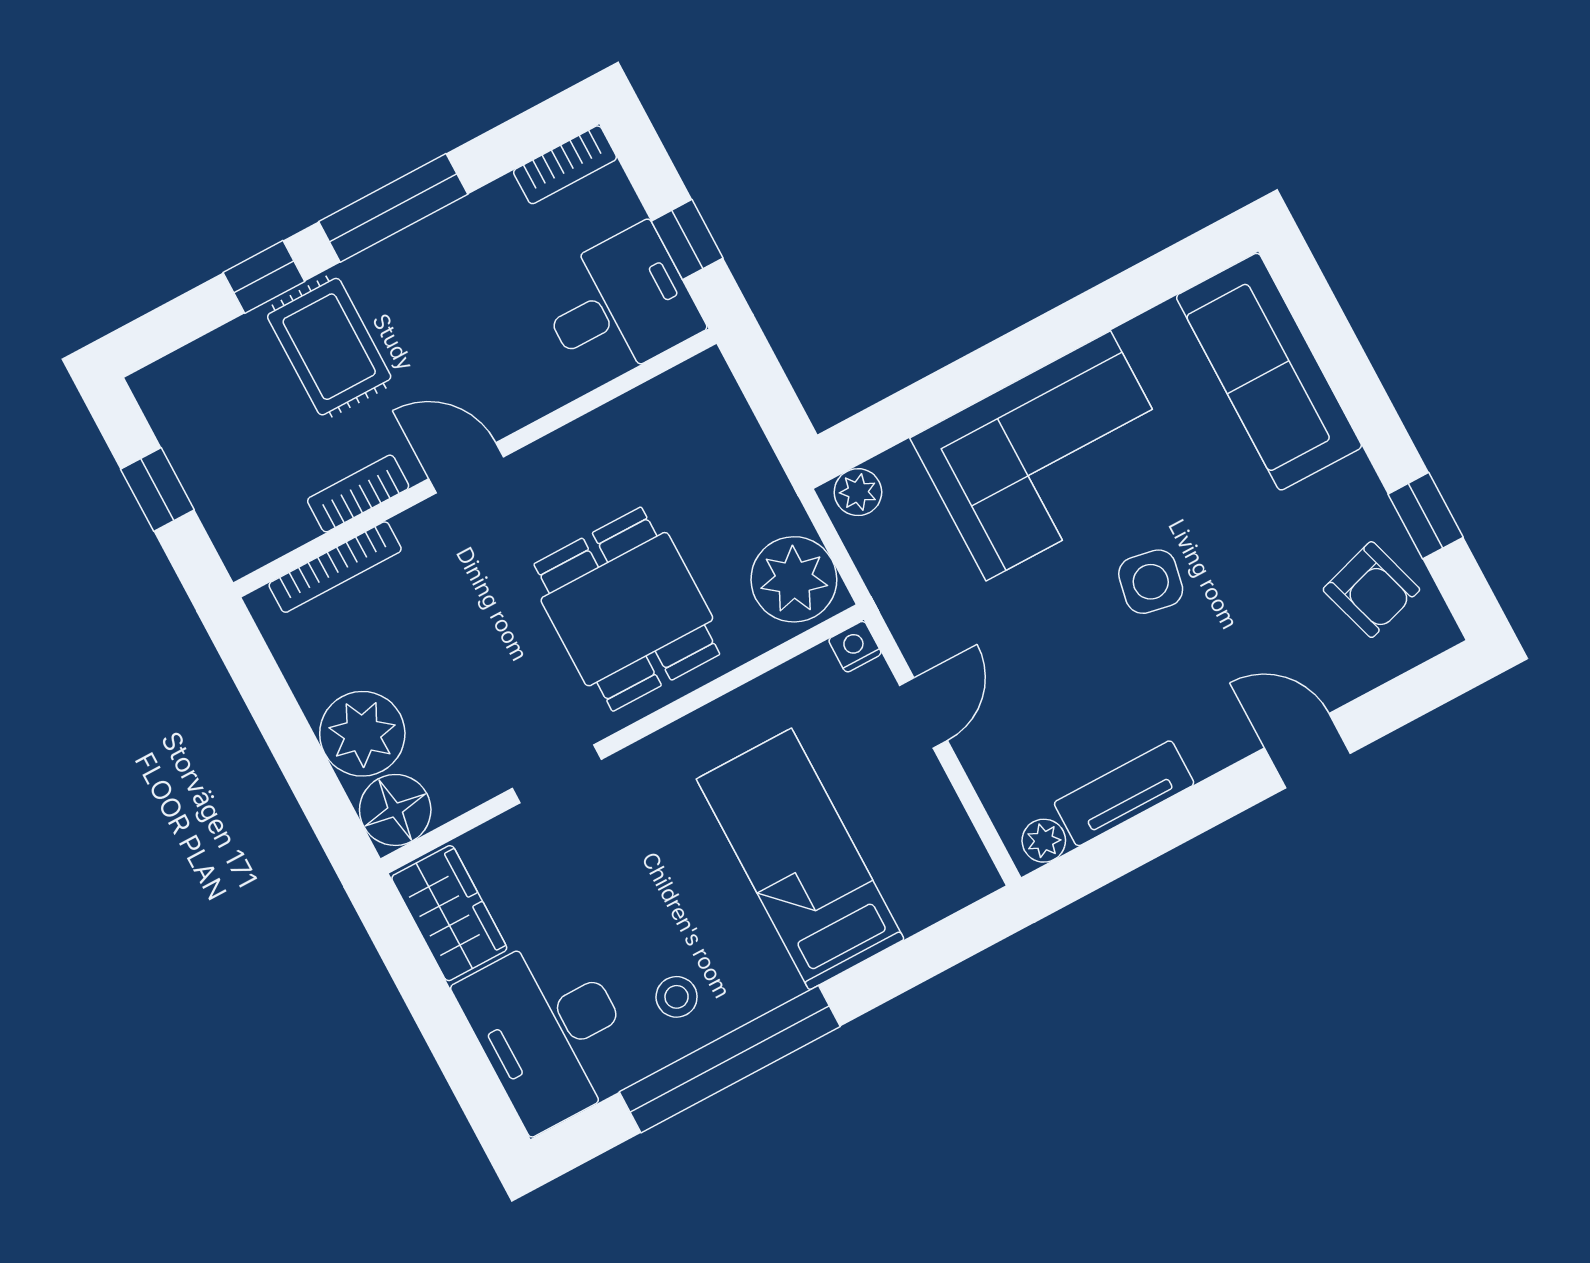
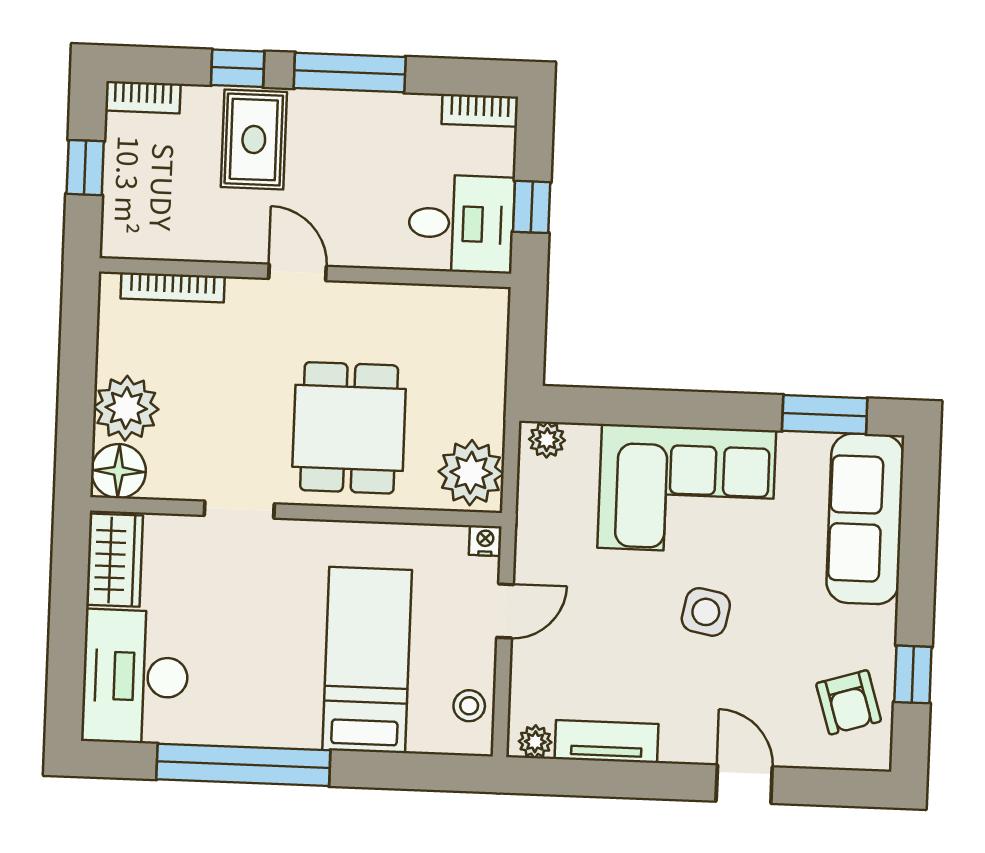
window: (1155, 281) -> (825, 415), added
bookcase: (358, 493) -> (143, 97), moved, turned 180
stool: (677, 997) -> (469, 706), moved

